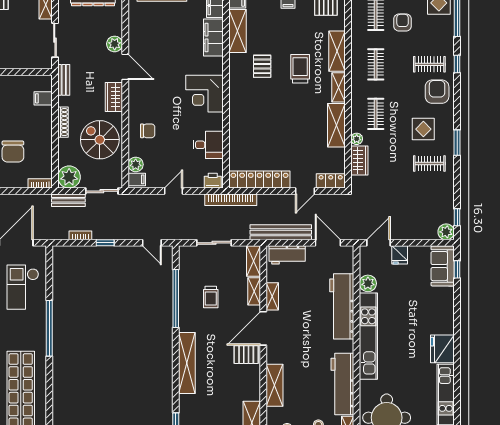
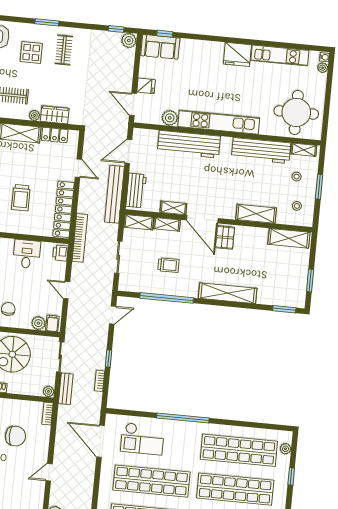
trolley: (268, 133) -> (21, 198), added
plant: (69, 177) -> (49, 391), width x0.53, depth x0.53
locker: (331, 181) -> (55, 135), moved, turned -90

